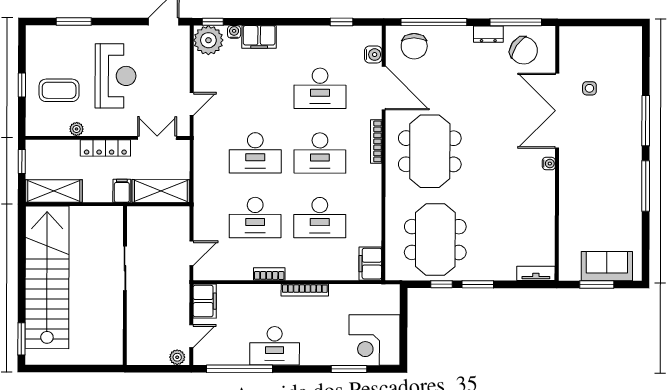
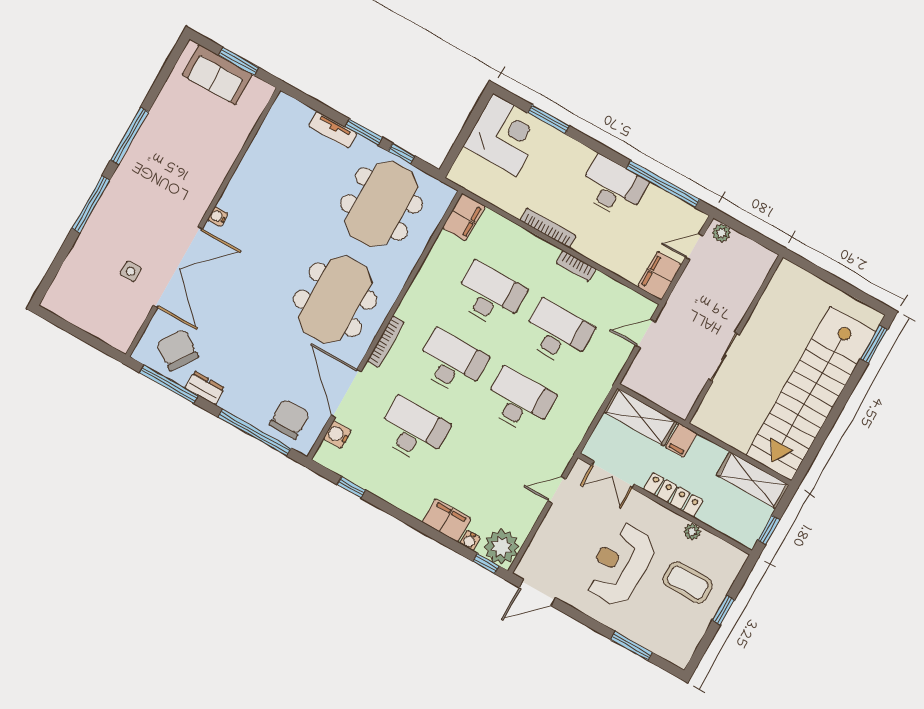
tv unit: (536, 273) -> (333, 130), moved

